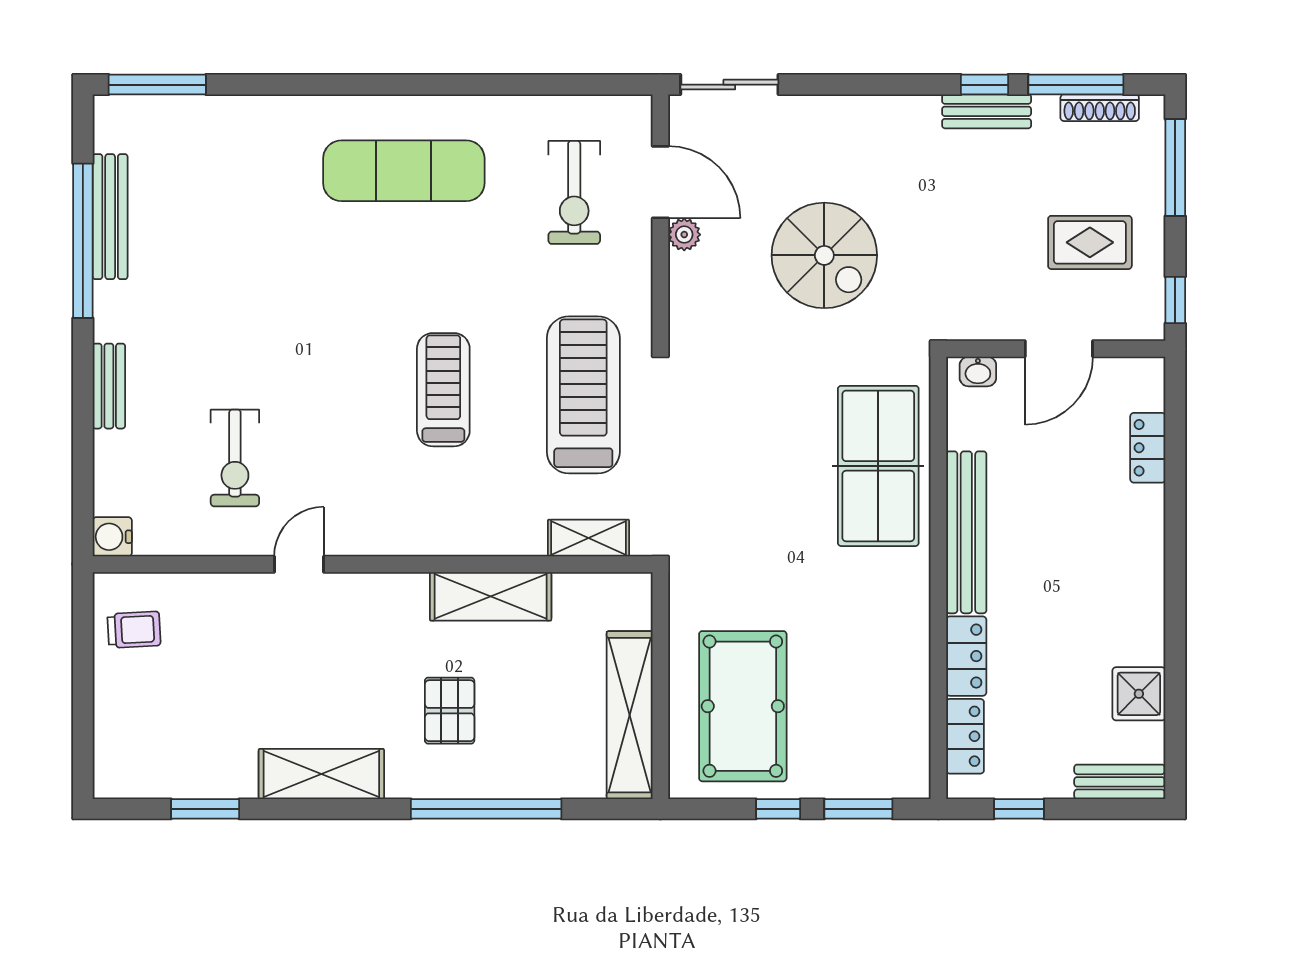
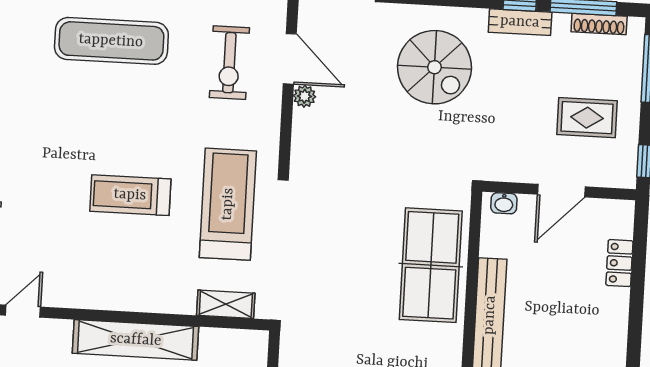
spiral stairs: (824, 255) -> (435, 67), moved
treadmill: (443, 390) -> (130, 195), turned -90
shelving: (491, 596) -> (136, 340), width x1.47

